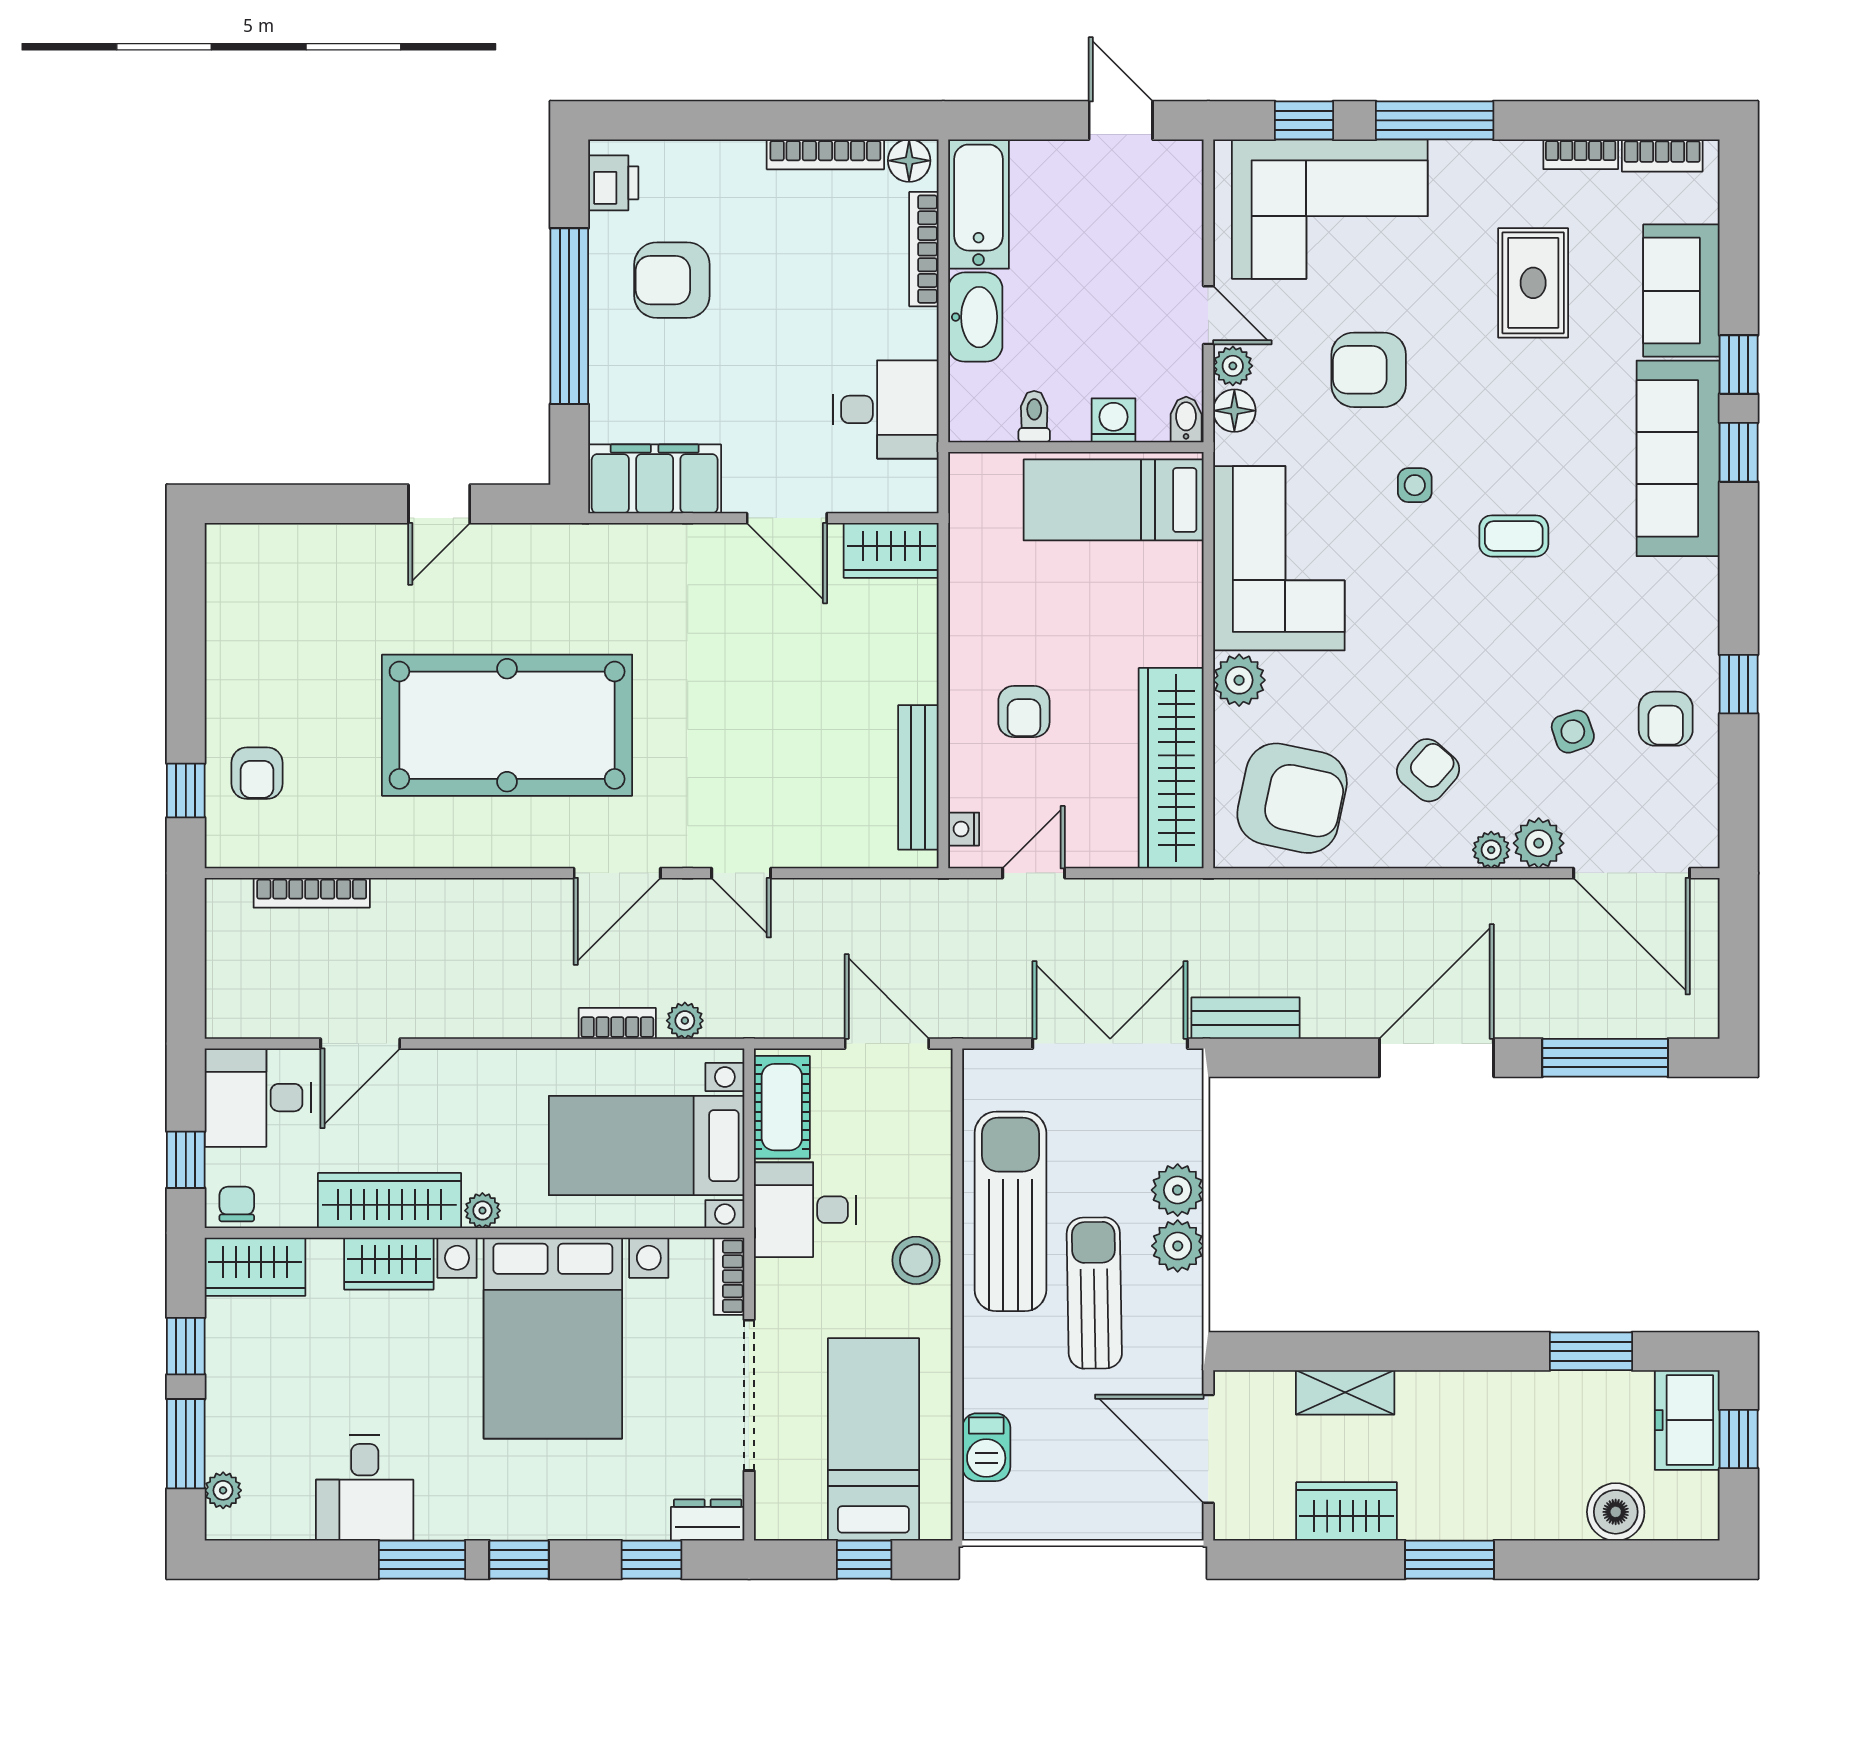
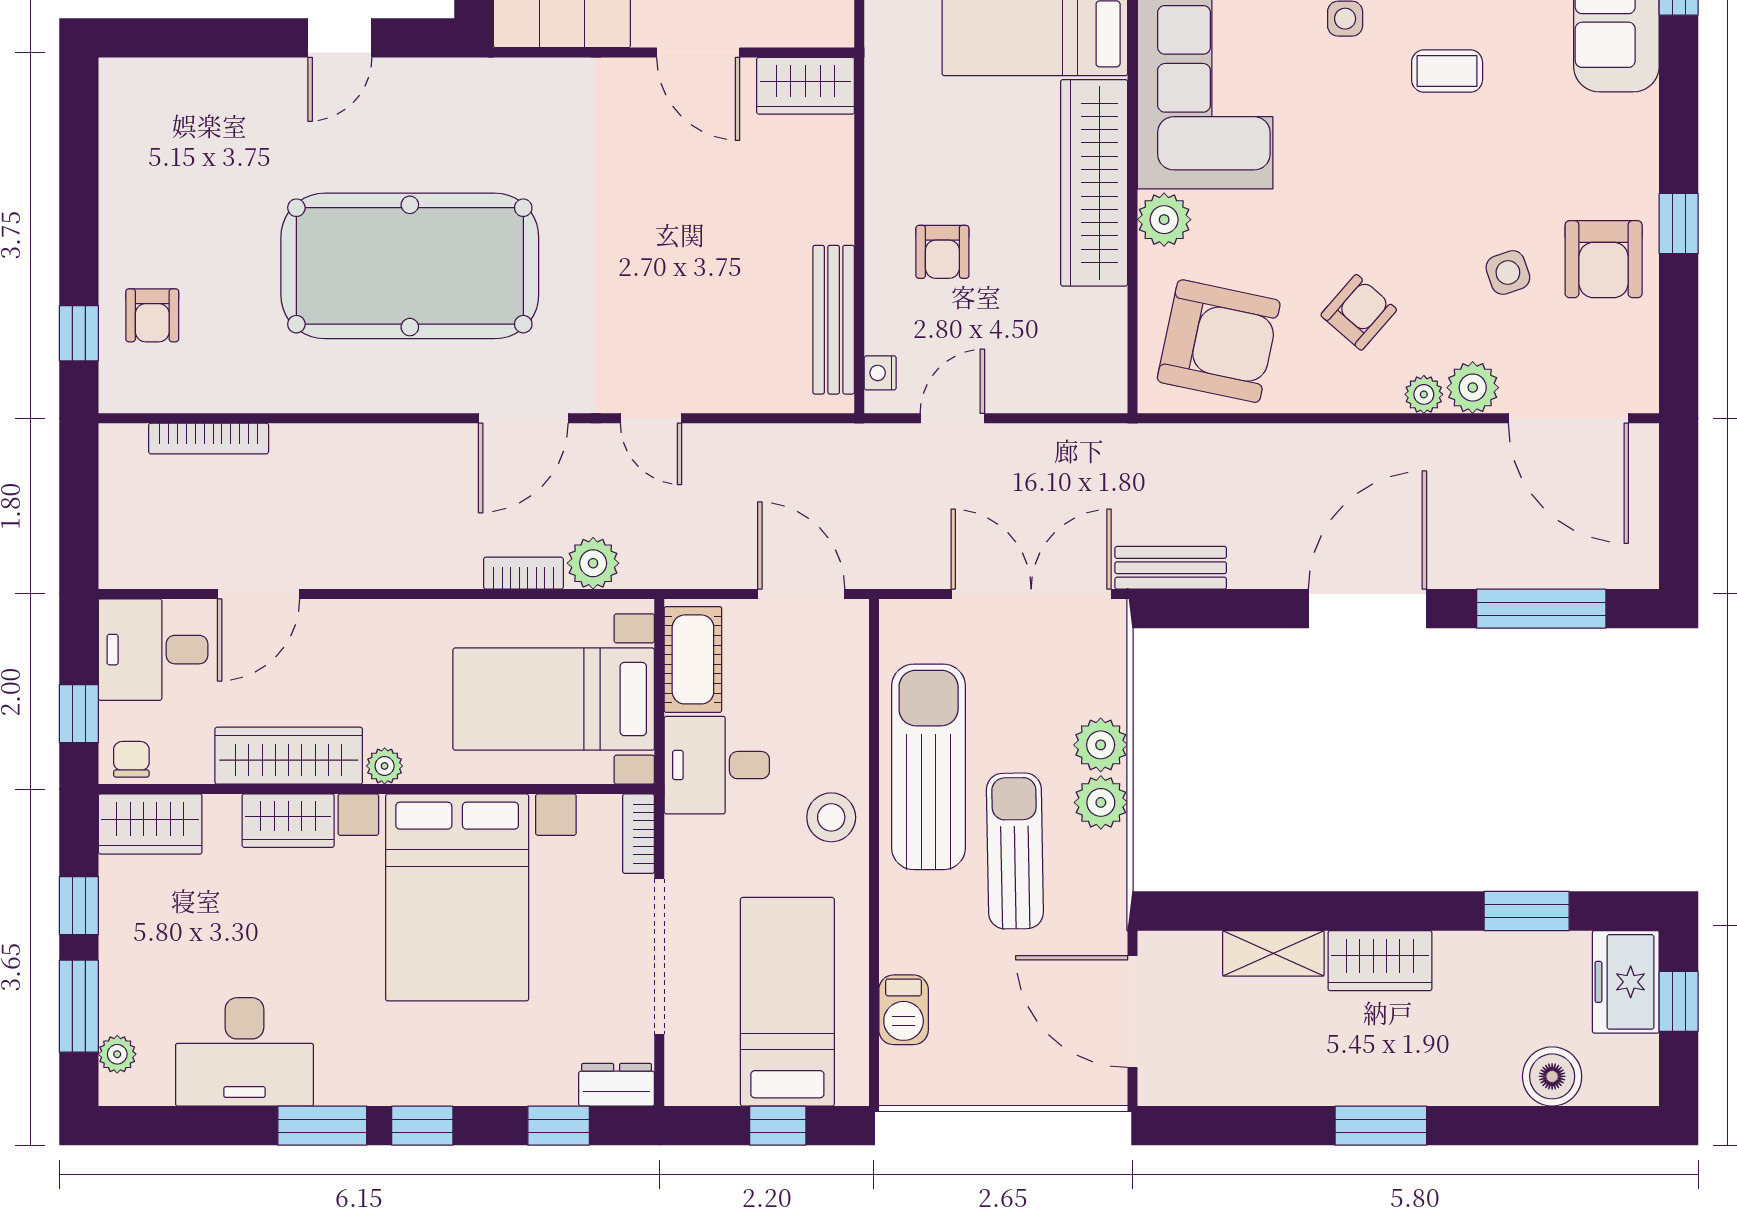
armchair: (1666, 719) -> (1604, 259), width x1.38, depth x1.38
wardrobe: (1171, 768) -> (1094, 183), moved
plant: (685, 1021) -> (593, 563), width x1.38, depth x1.38
desk: (365, 1488) -> (244, 1052), width x1.37
wardrobe: (1347, 1511) -> (1380, 961), moved, turned 180

